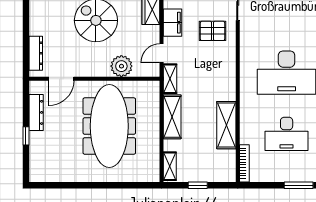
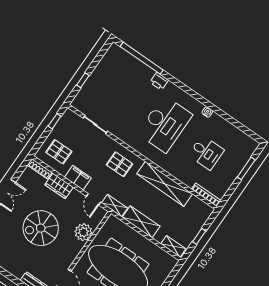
pallet: (212, 31) -> (120, 164), moved, turned 90
shelving: (226, 125) -> (165, 184), width x1.47
desk: (287, 134) -> (206, 153), width x0.73

